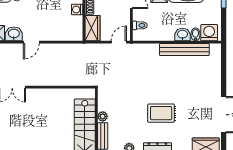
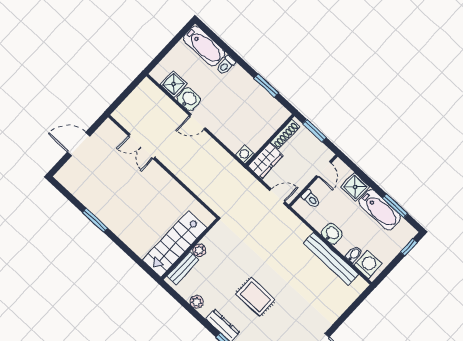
washing machine: (77, 10) -> (245, 155), moved
washbasin: (182, 35) -> (332, 234), moved

